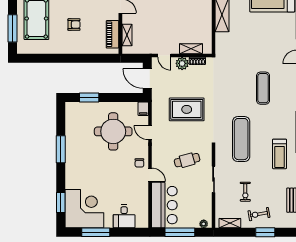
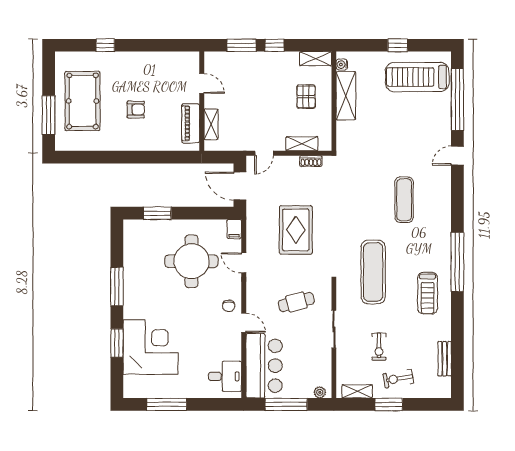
pallet: (194, 15) -> (306, 97), added
door: (164, 55) -> (264, 153), hinge flipped
plant: (182, 63) -> (289, 165), removed
rug: (187, 109) -> (296, 230), turned 90
window: (61, 203) -> (117, 343), moved
corner desk: (84, 209) -> (151, 347), moved
desk: (124, 216) -> (225, 376), moved, turned -90
window: (265, 232) -> (389, 404), moved

